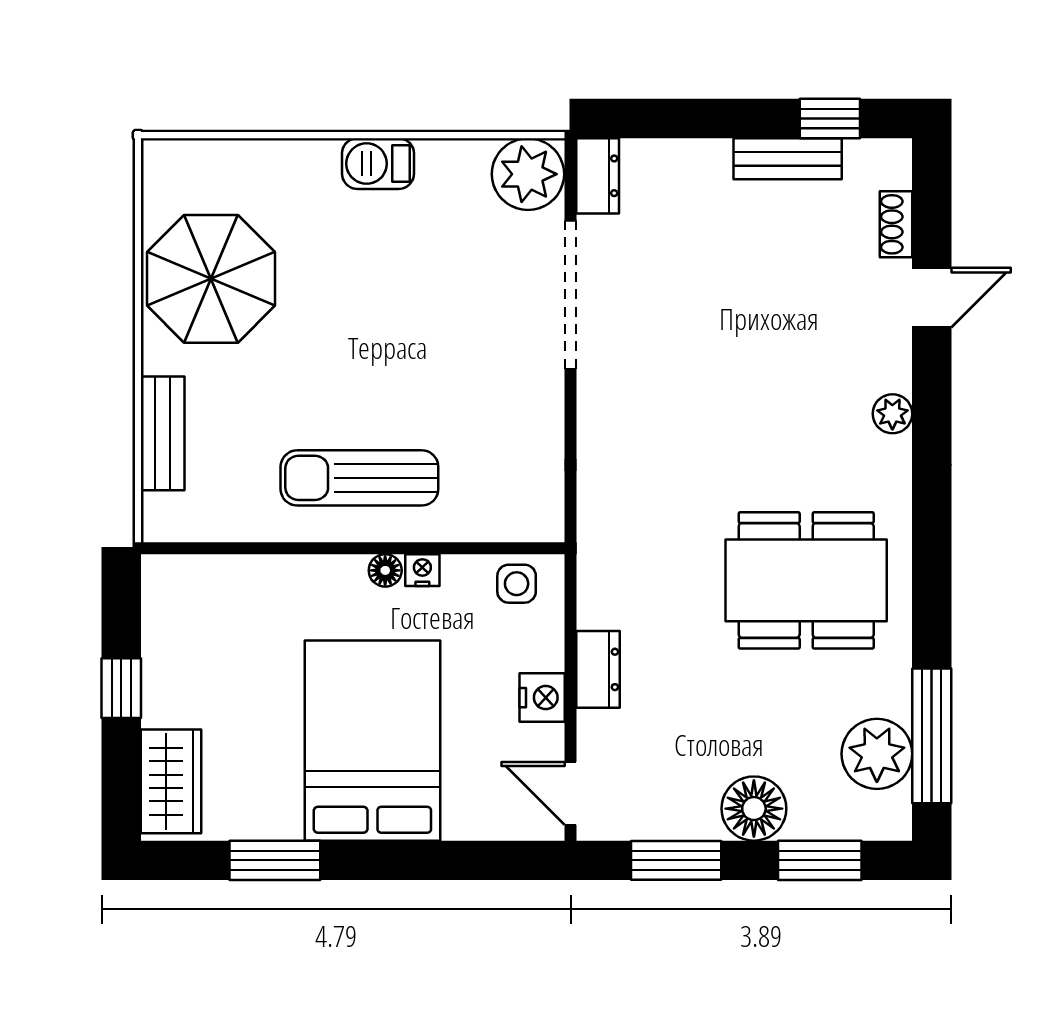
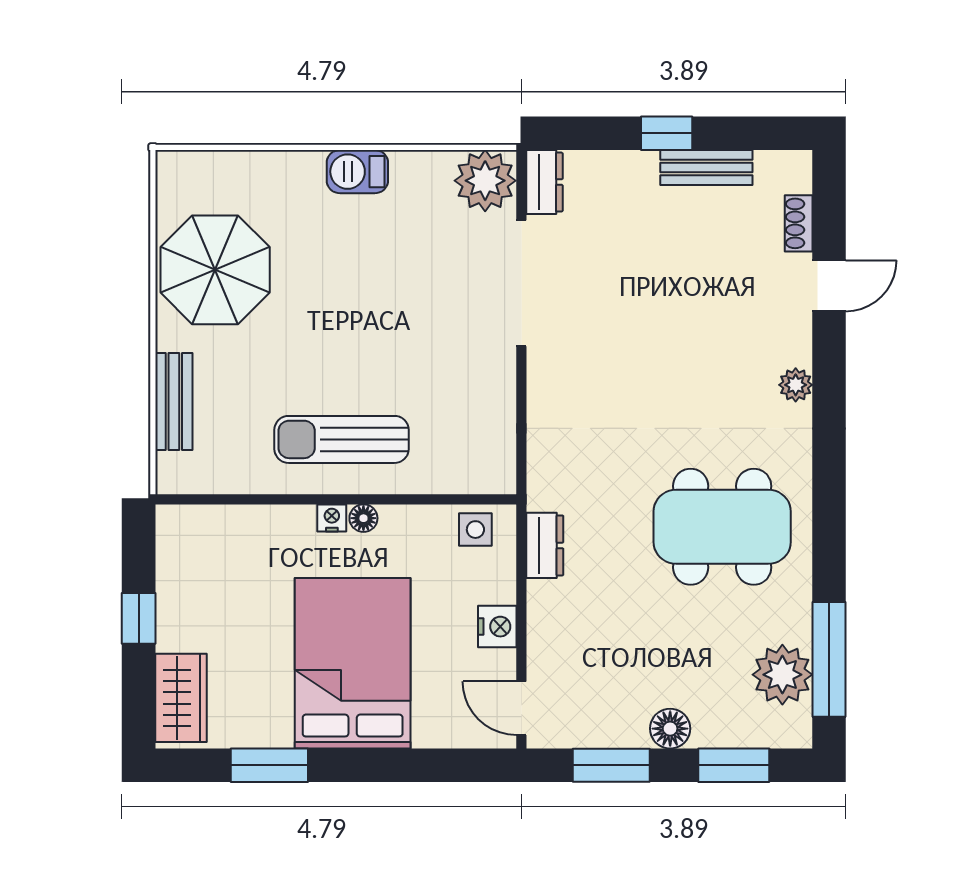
window: (830, 119) -> (667, 133), moved
nightstand: (422, 570) -> (332, 518), moved
dresser: (598, 669) -> (545, 545), moved
floor lamp: (754, 809) -> (670, 729), width x0.73, depth x0.73

